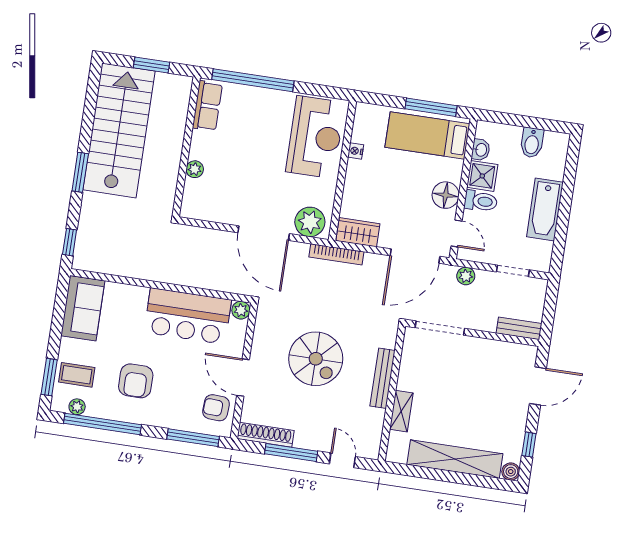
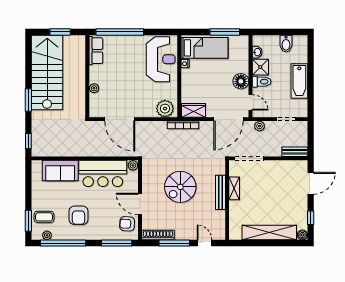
bed: (427, 135) -> (205, 48), moved, turned 180
door: (264, 233) -> (120, 119), moved
sofa: (83, 308) -> (60, 171), moved, turned 90
spiral stairs: (316, 359) -> (180, 187), turned 90
shelving: (401, 411) -> (234, 188), moved

